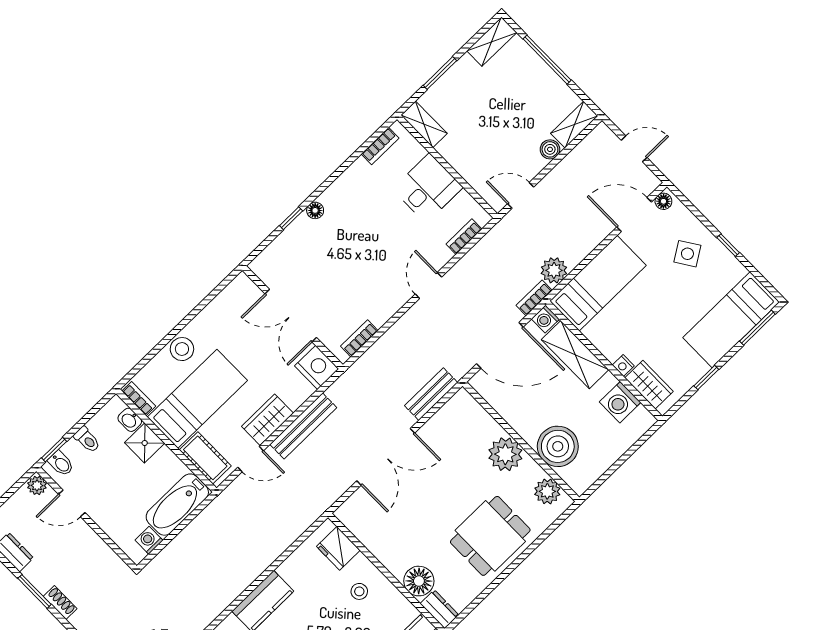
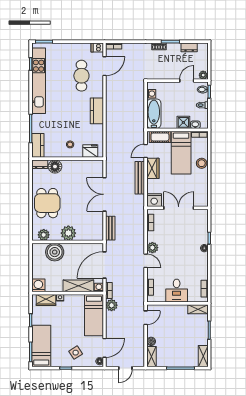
plant: (396, 295) -> (152, 248), added
washing machine: (620, 402) -> (38, 285), moved

